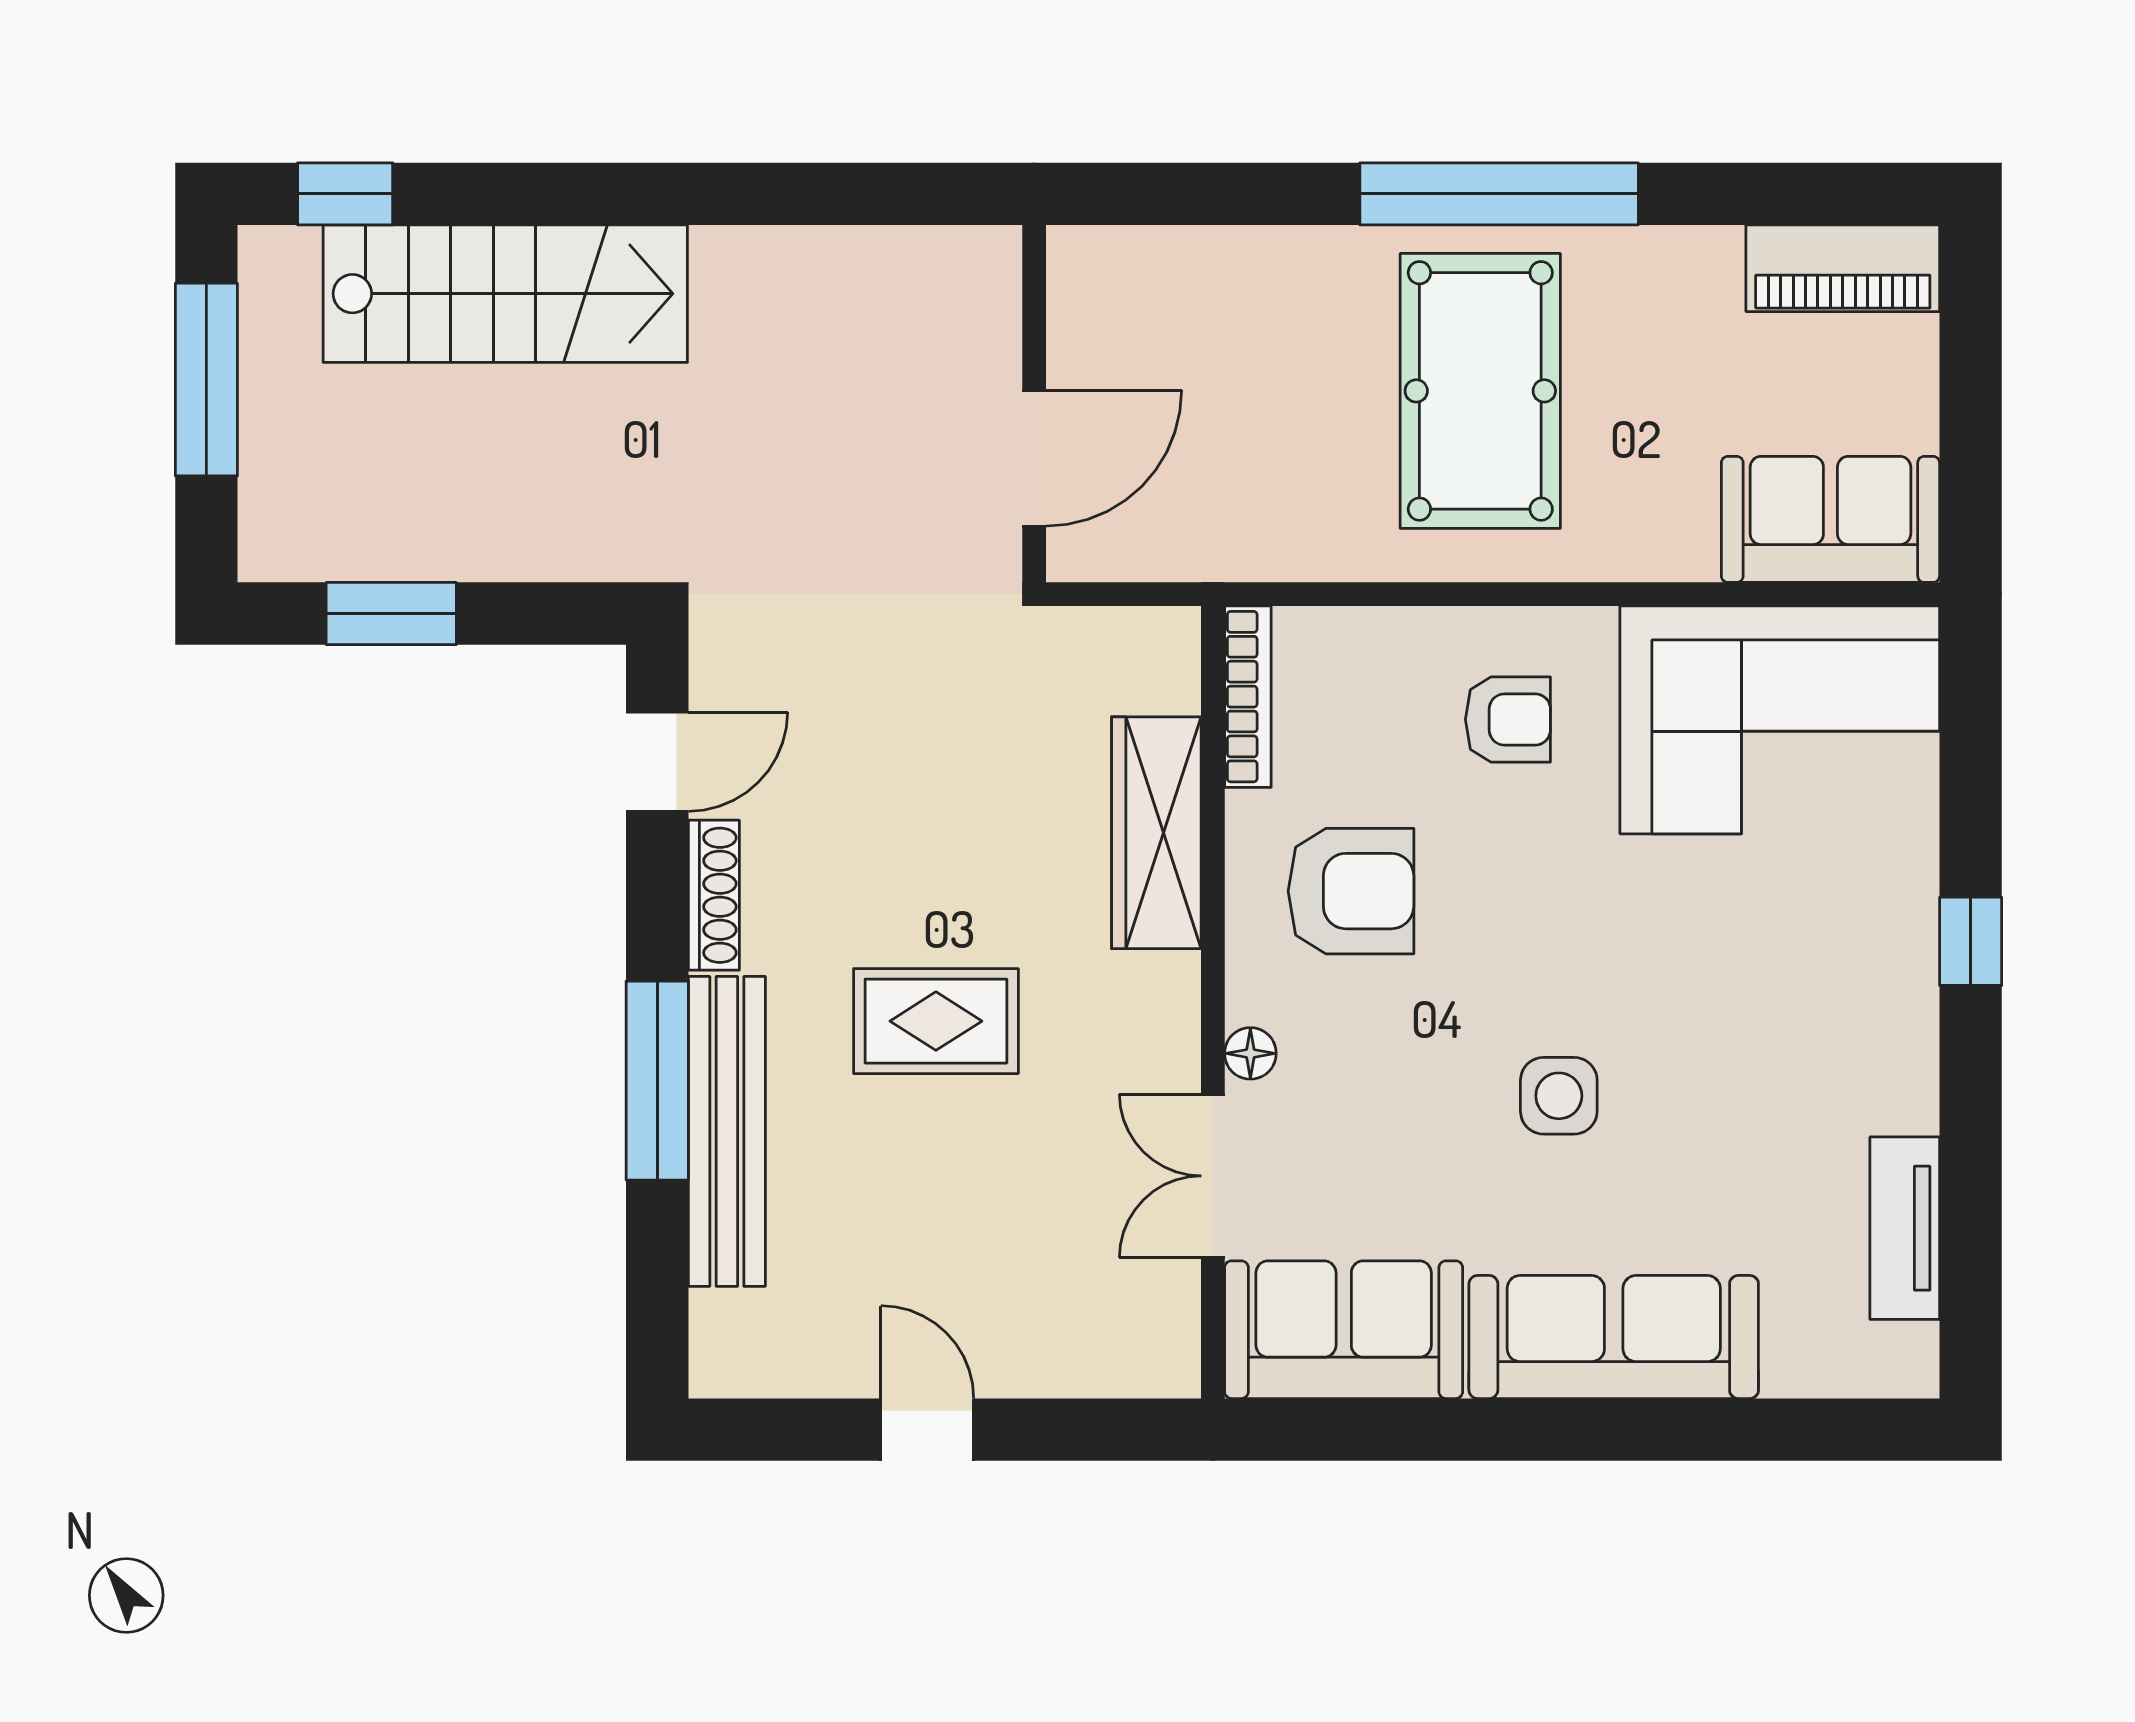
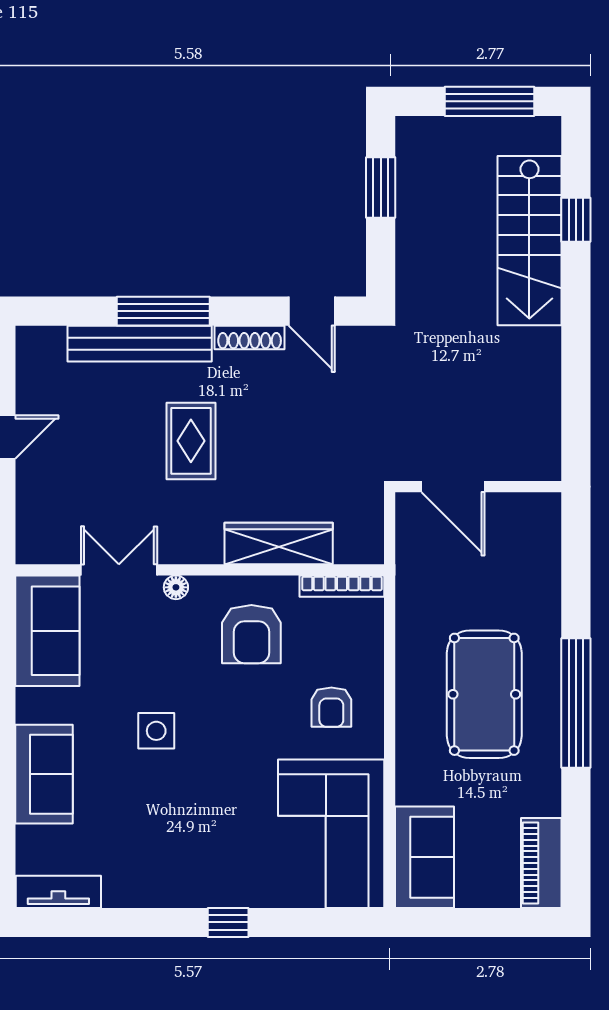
window: (345, 194) -> (576, 220), moved
pool table: (1480, 391) -> (484, 694), turned 90
tv unit: (1905, 1228) -> (58, 892), moved
sofa: (1614, 1337) -> (44, 774), width x0.73

